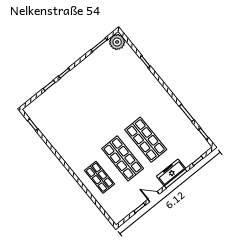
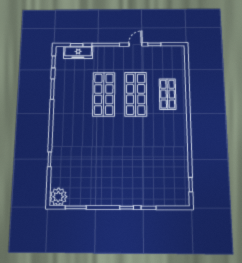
freezer: (171, 172) -> (78, 52), moved
door: (154, 197) -> (135, 44), swing flipped

